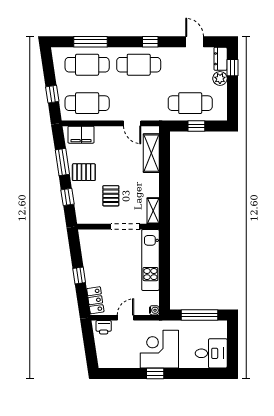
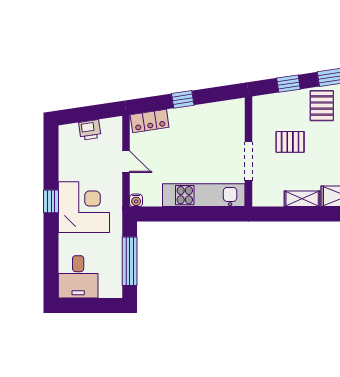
shelving: (153, 211) -> (302, 199), moved
printer: (104, 327) -> (90, 130), moved, turned -98

